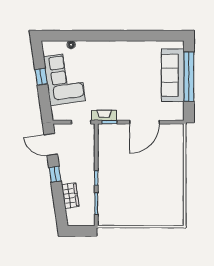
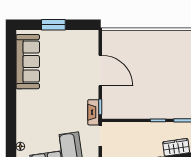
sofa: (173, 75) -> (28, 62), moved, turned -90
window: (189, 77) -> (53, 25), width x0.47

